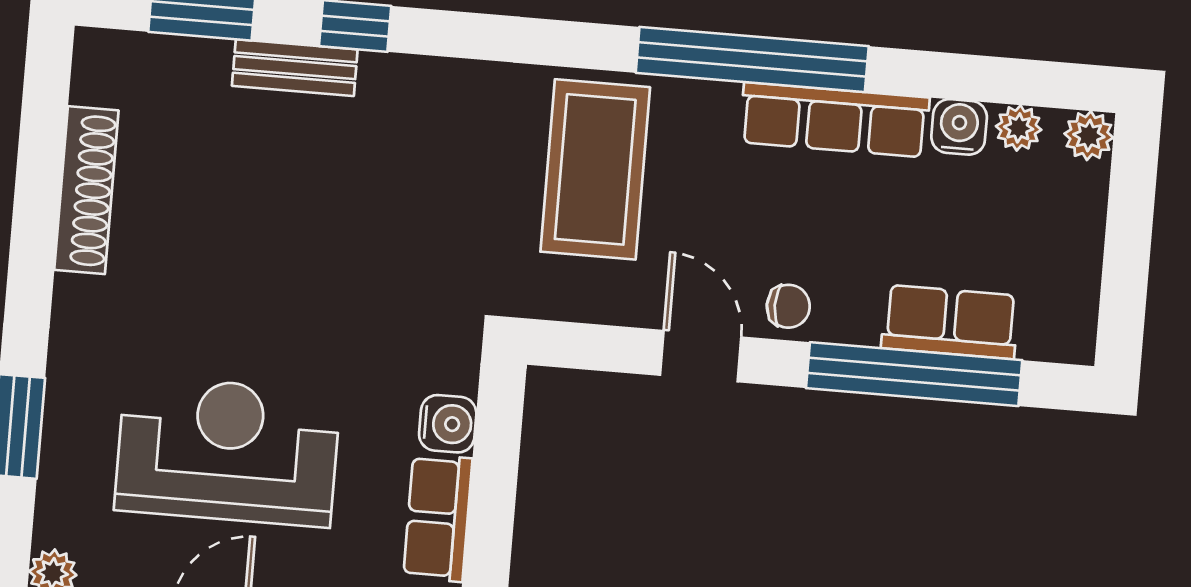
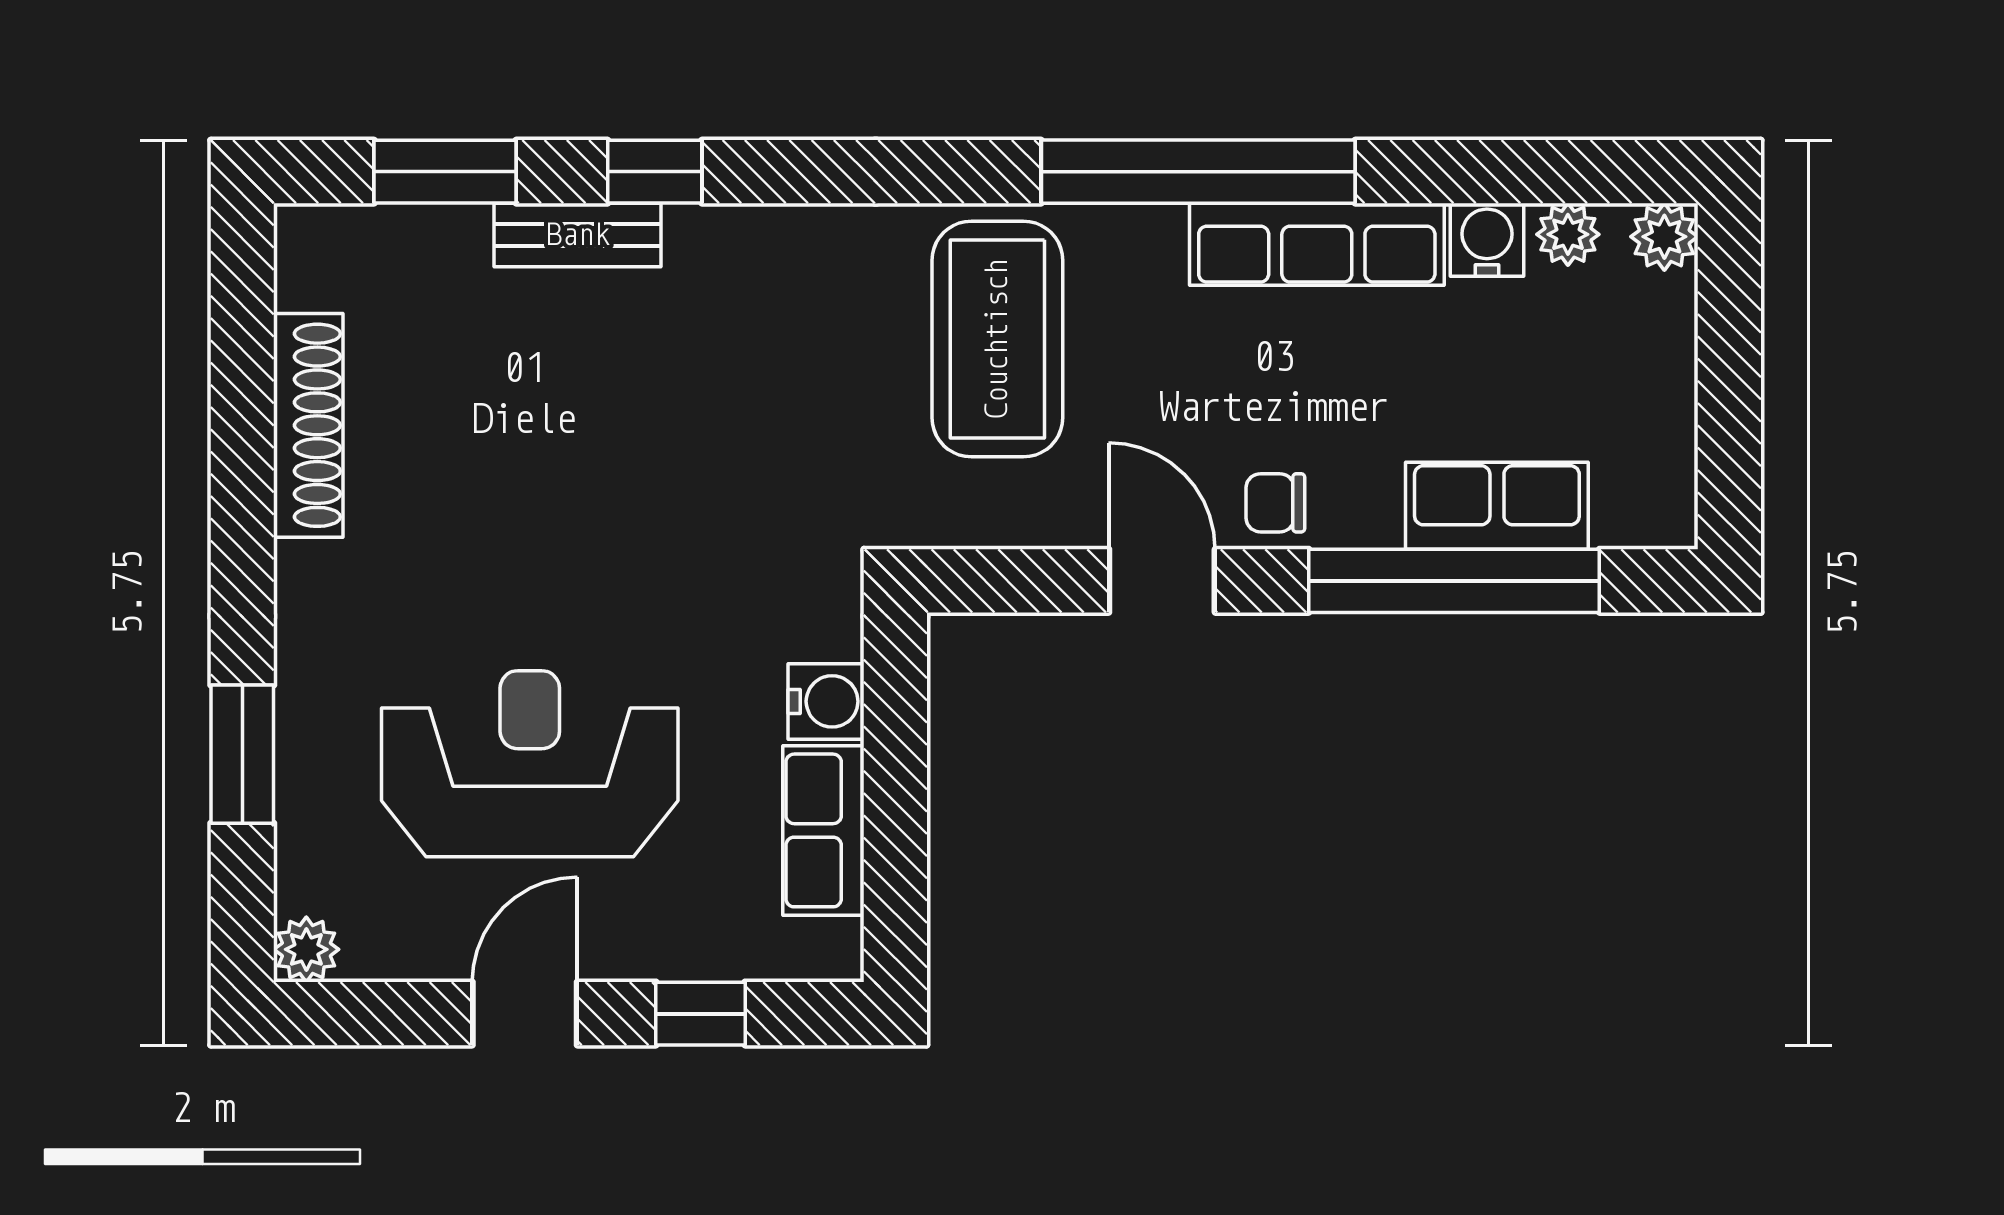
chair: (788, 306) -> (1275, 503), turned 180

